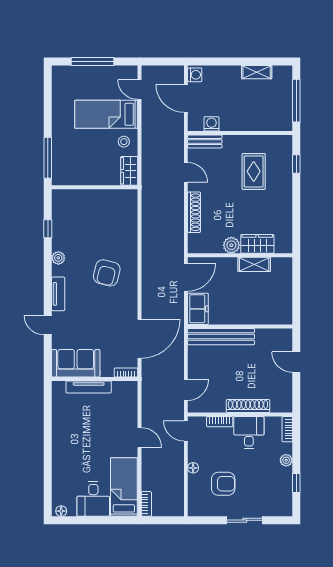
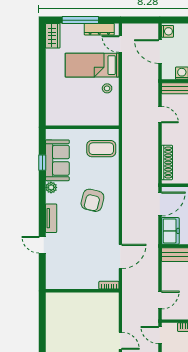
dresser: (115, 72) -> (99, 29), added
window: (48, 158) -> (42, 102), removed
wardrobe: (129, 171) -> (53, 36), moved, turned 180
coffee table: (117, 212) -> (101, 149), added
shoe rack: (194, 212) -> (167, 162), moved
door: (139, 339) -> (120, 256), width x0.73
sofa: (76, 363) -> (57, 160), moved, turned 90
tv unit: (89, 387) -> (77, 298), removed

